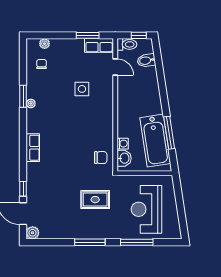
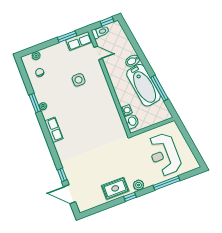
bidet: (146, 60) -> (133, 61), moved
bathtub: (155, 141) -> (144, 85), moved
row of seats: (33, 148) -> (54, 130), moved
chair: (101, 158) -> (113, 128), removed
rug: (95, 200) -> (115, 188), moved
plant: (33, 233) -> (139, 185), moved
window: (90, 242) -> (130, 197), width x0.46

